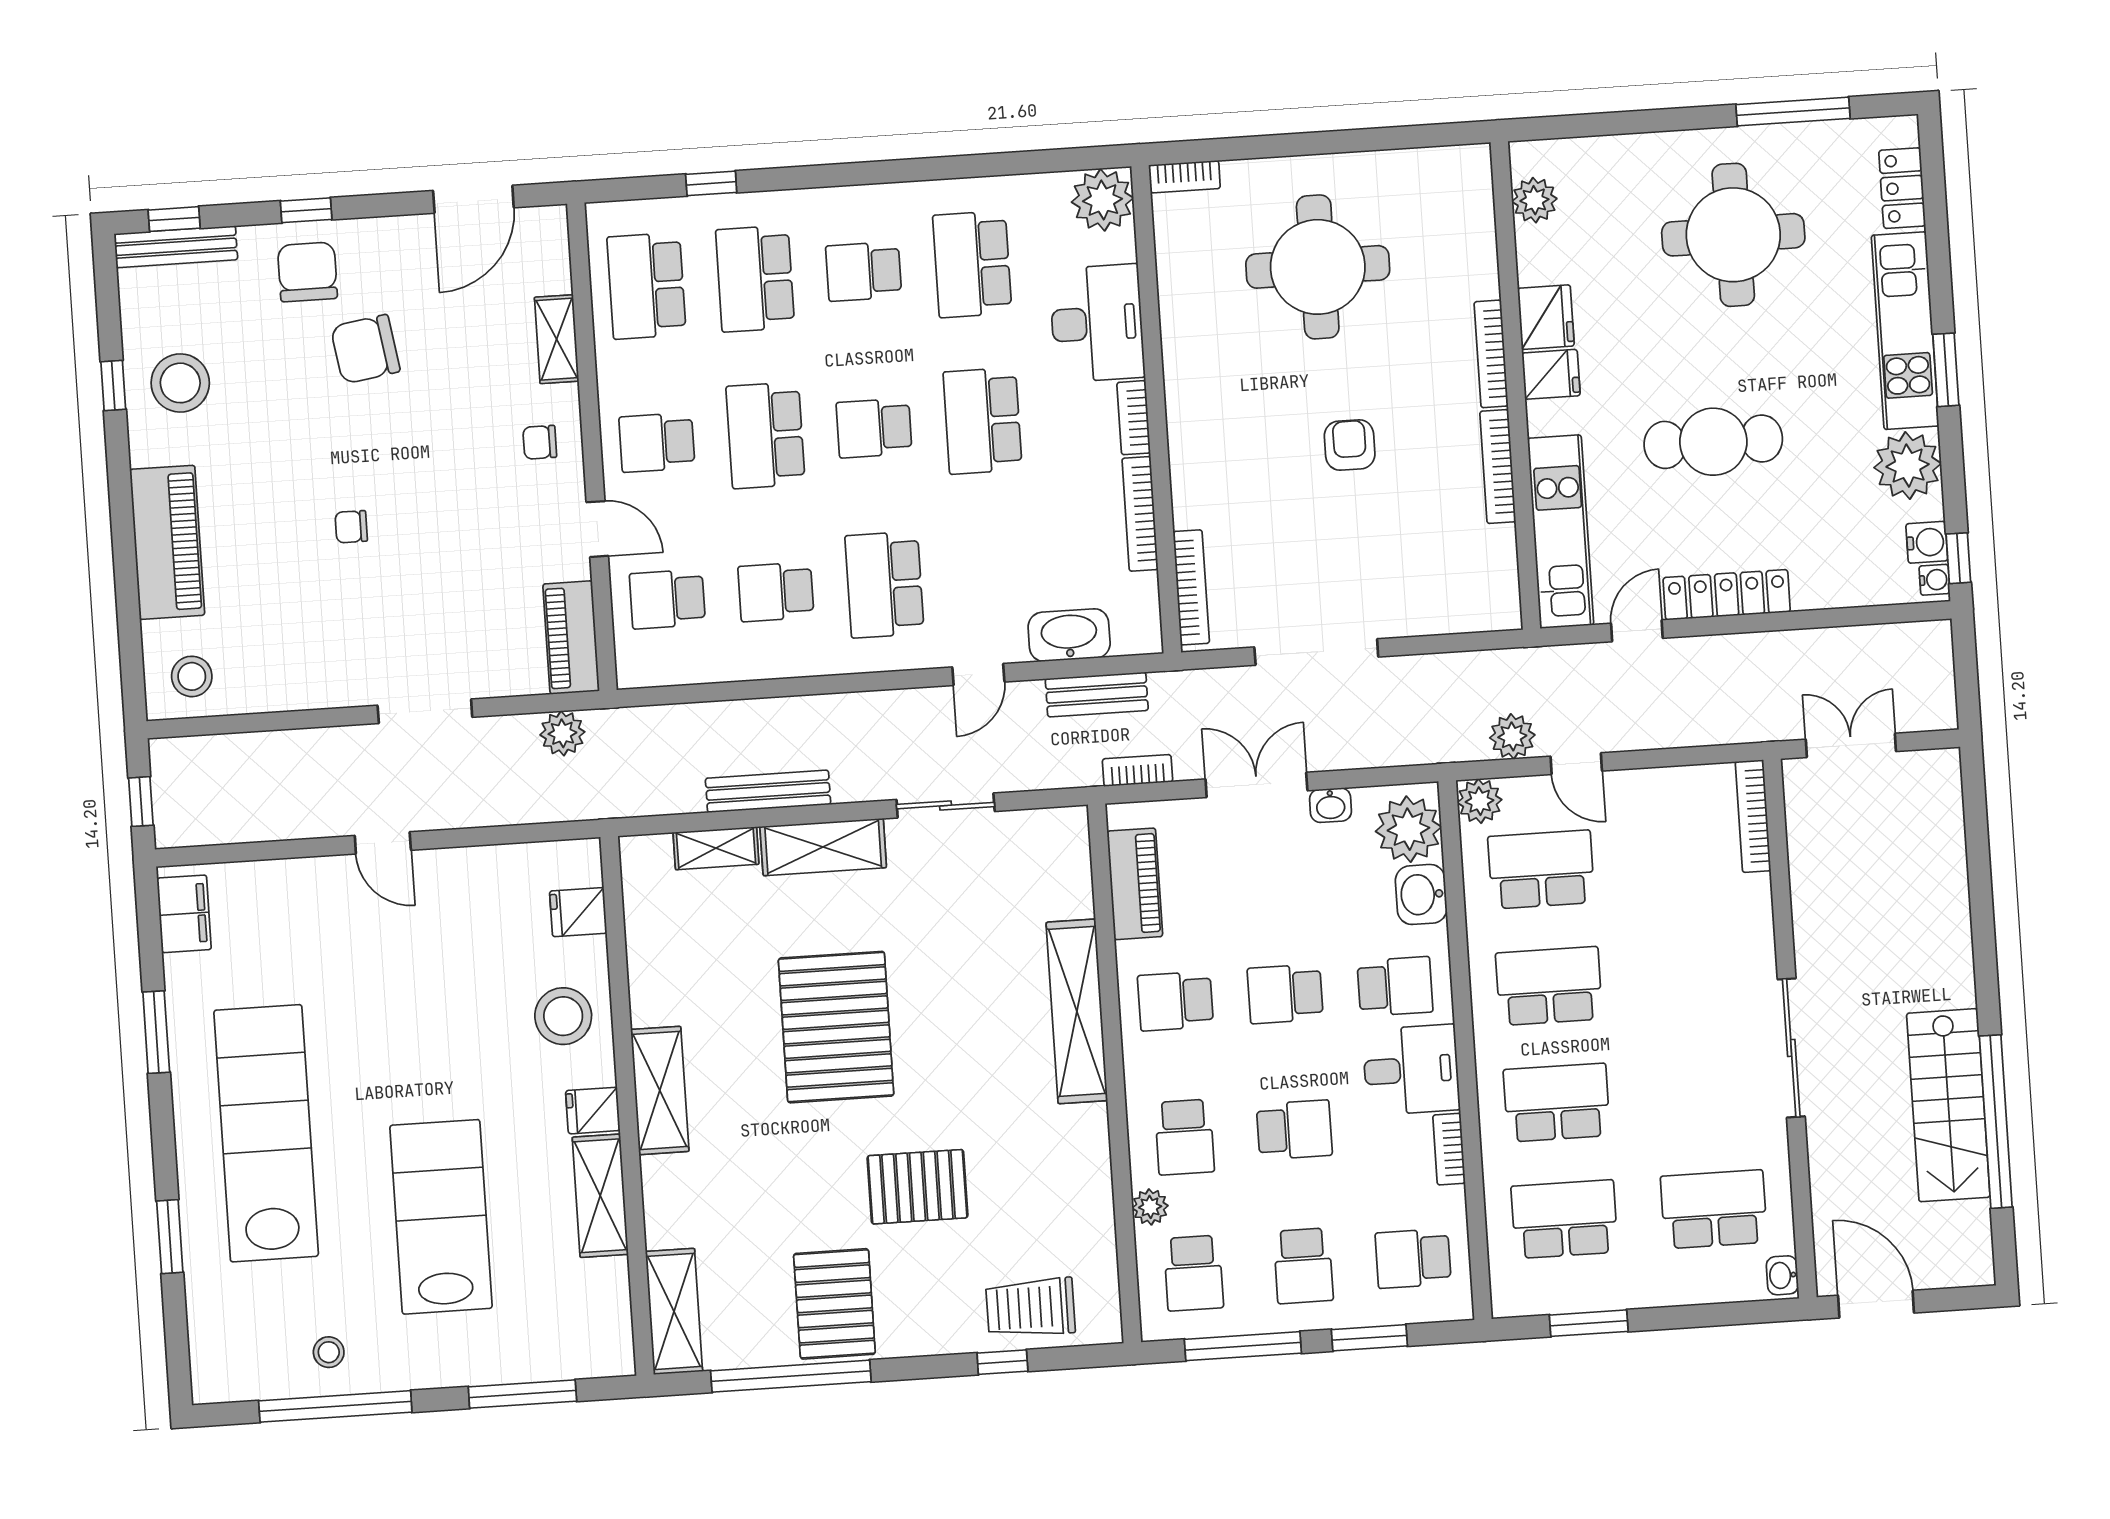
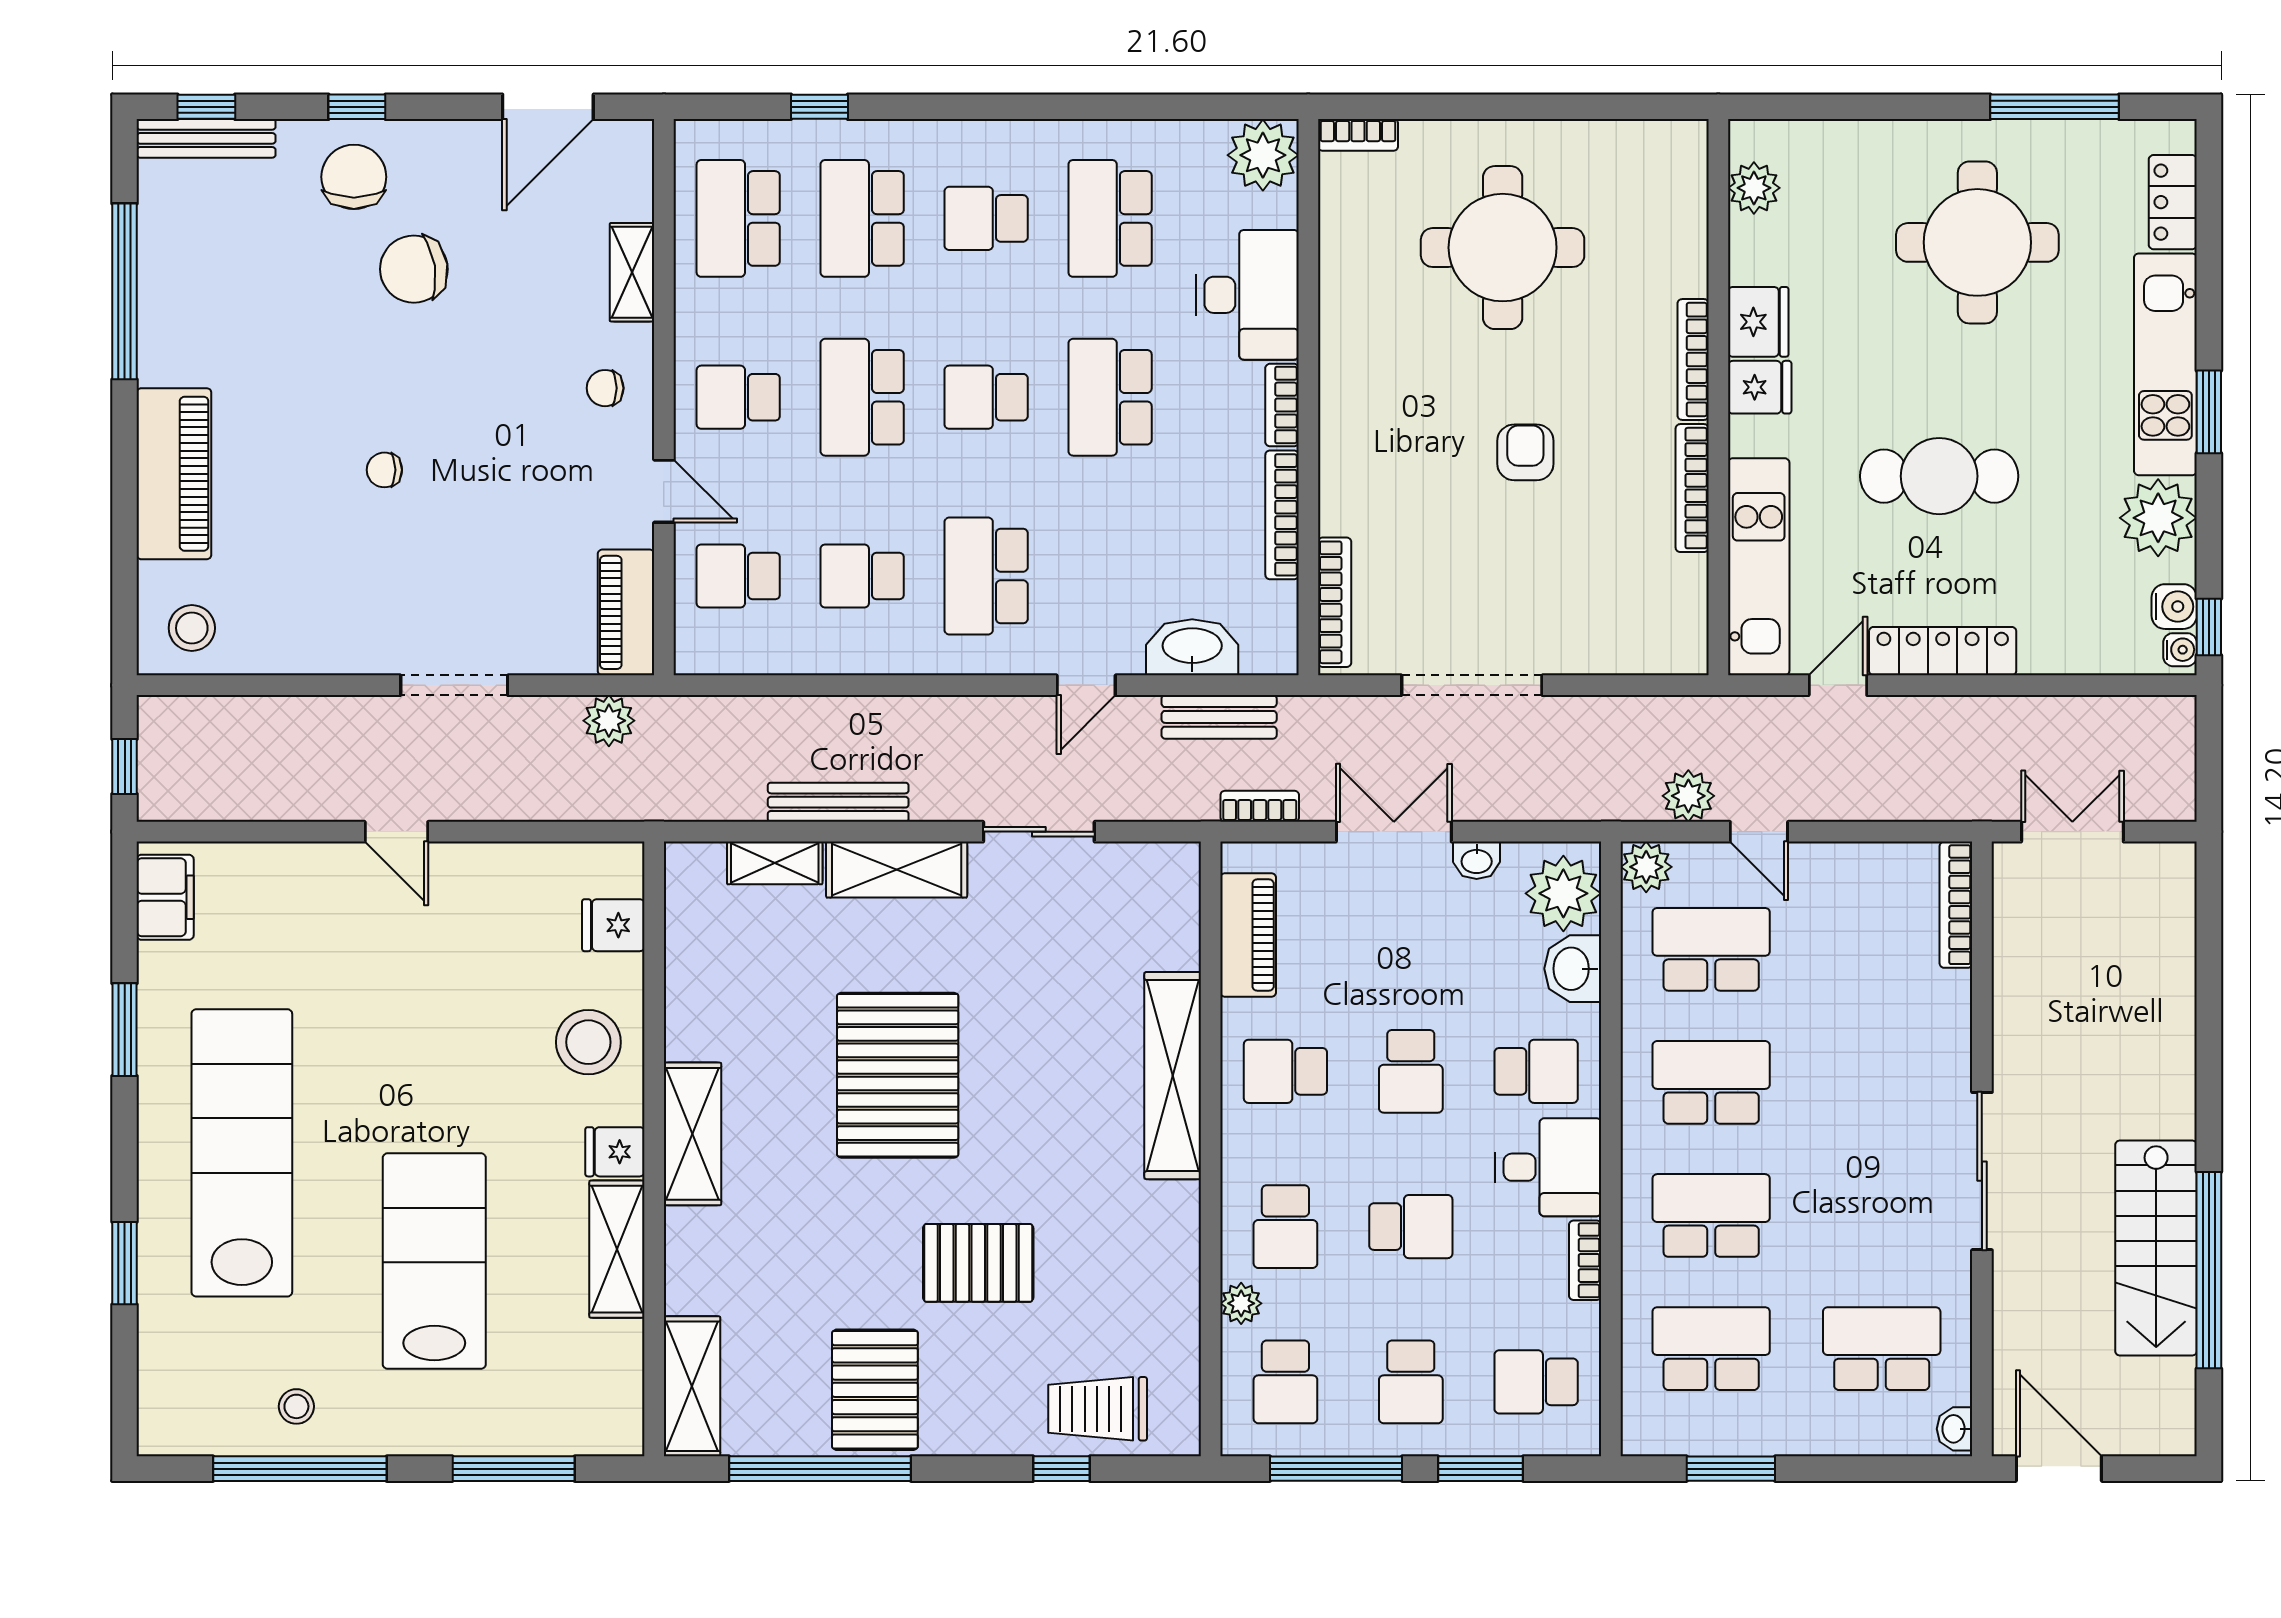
stool: (180, 383) -> (201, 294), removed
window: (113, 386) -> (125, 291), width x3.17
school desk: (1285, 994) -> (1411, 1071), turned -90

